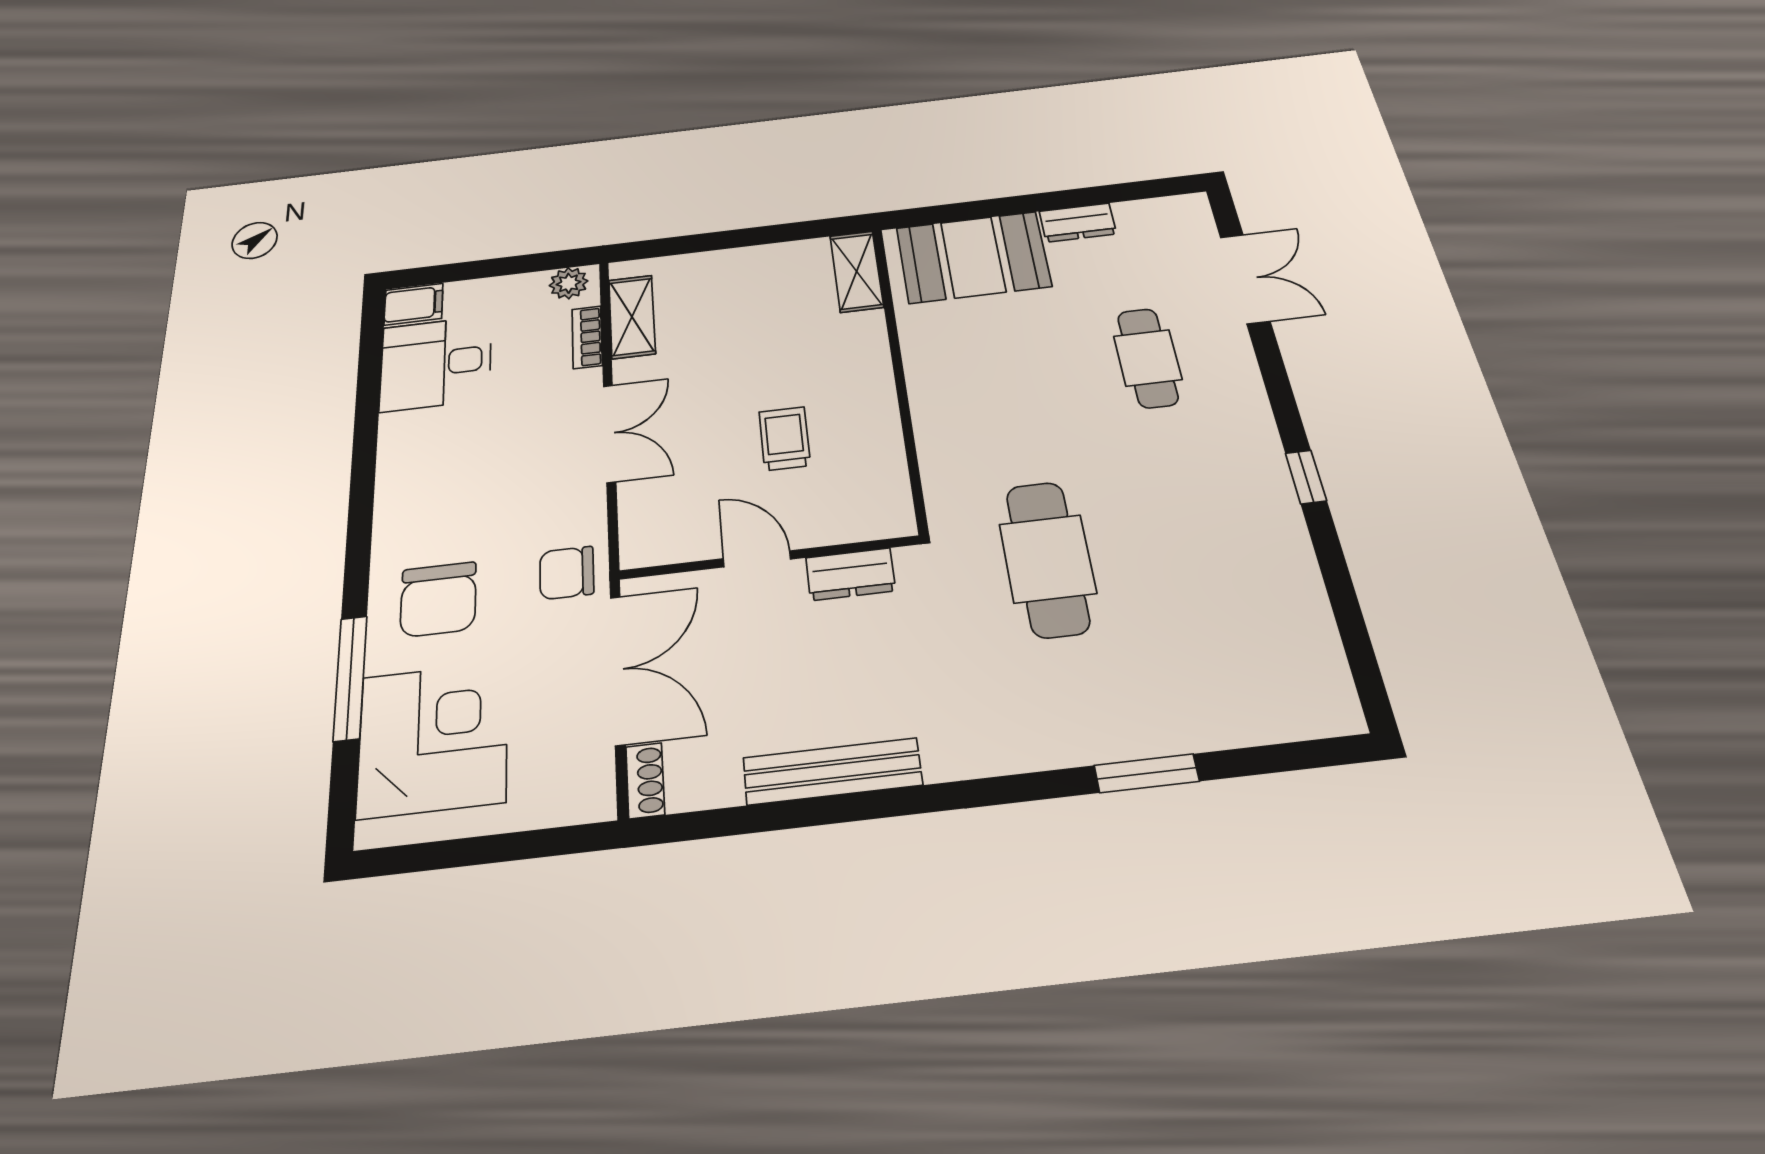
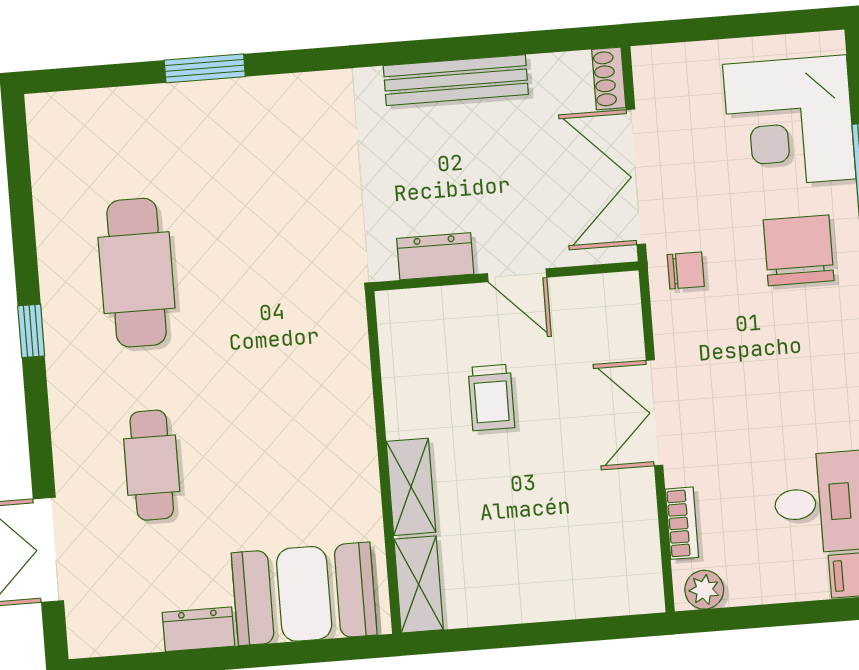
shelving: (632, 317) -> (411, 487), moved
cafe table: (1047, 559) -> (137, 273), moved
chair: (567, 573) -> (686, 270), width x0.73, depth x0.73

